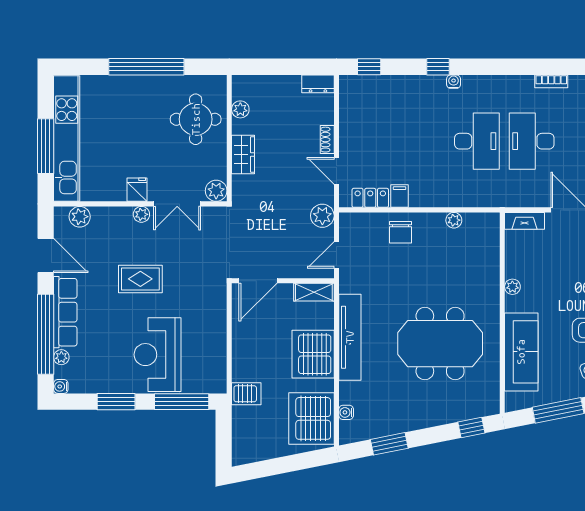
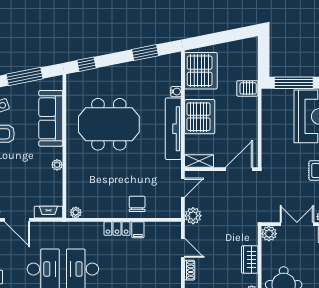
locker: (370, 198) -> (117, 228), moved
plant: (454, 220) -> (76, 212), moved
water cooler: (346, 412) -> (176, 92), moved

